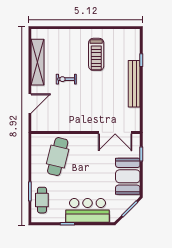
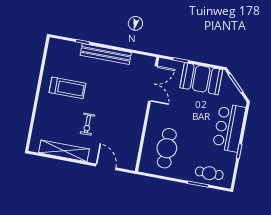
cafe table: (58, 157) -> (167, 148), turned 76

